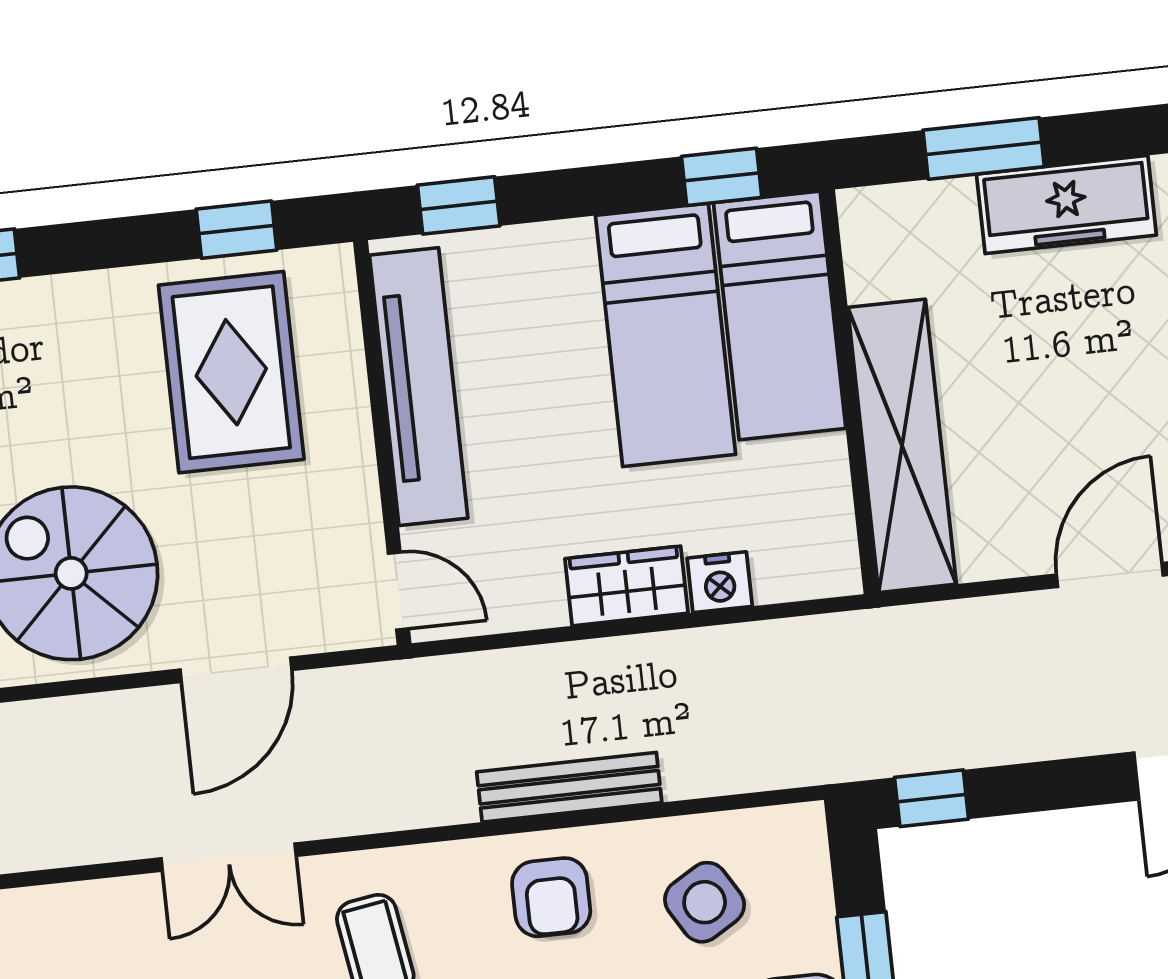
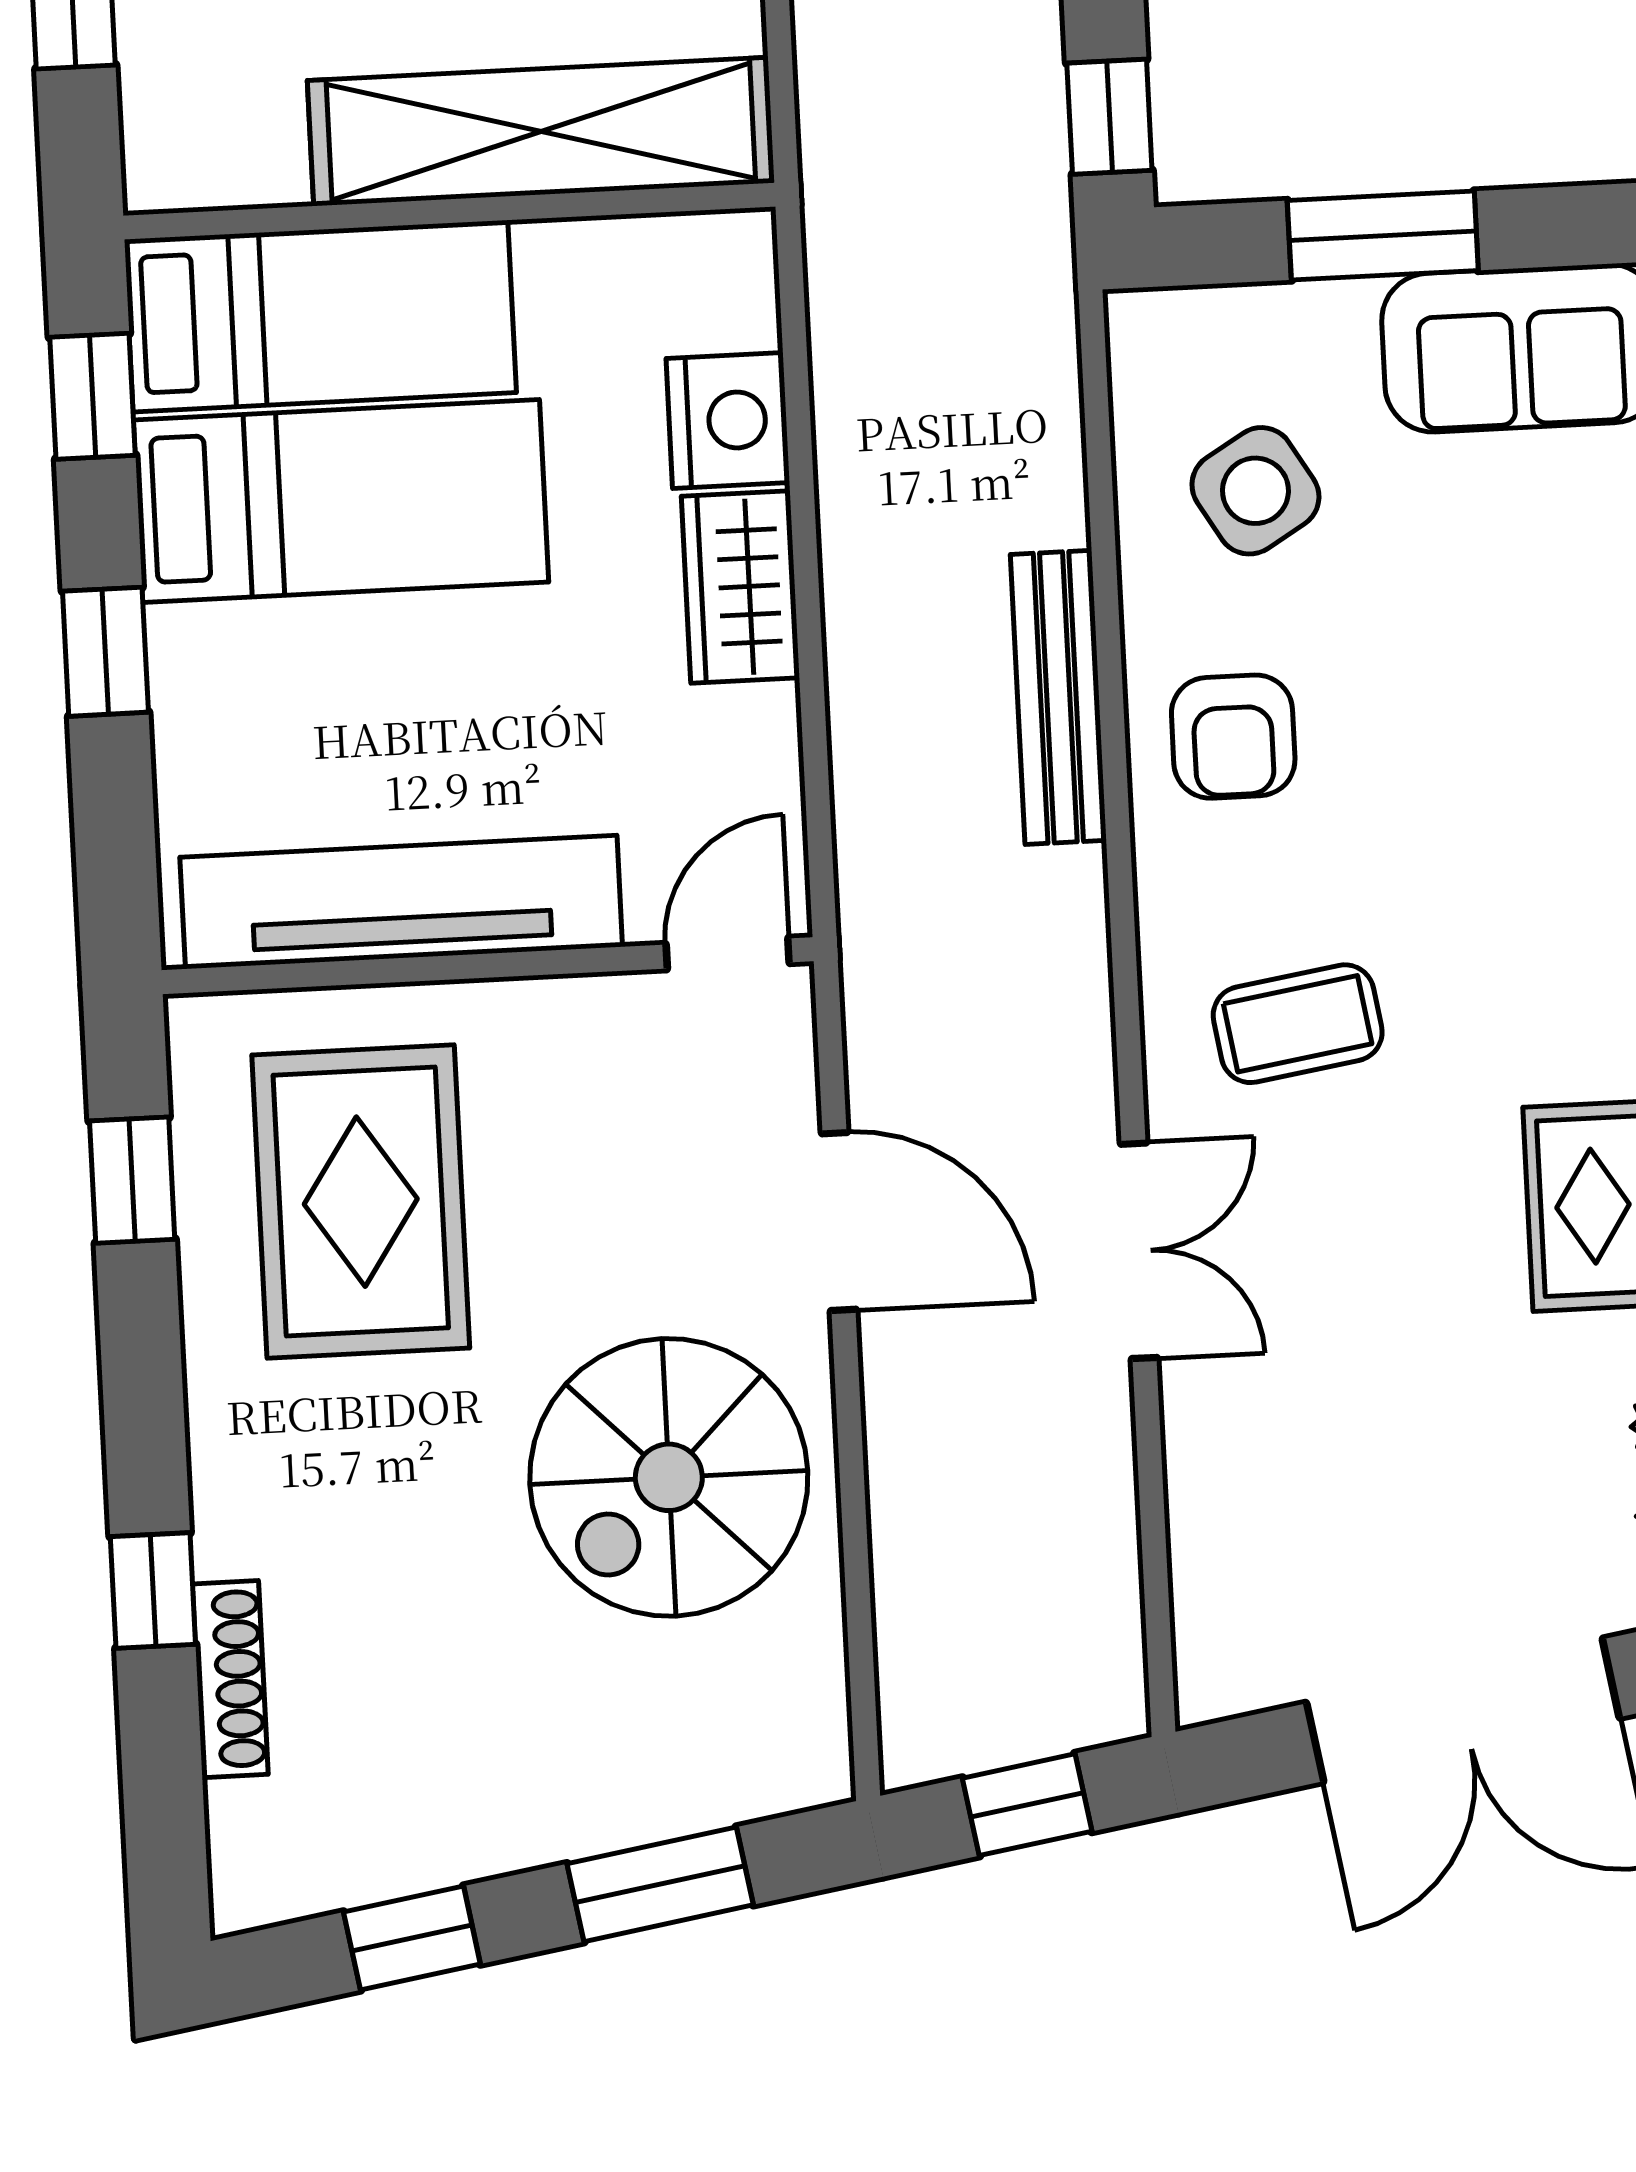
window: (459, 205) -> (105, 652), moved
rug: (231, 372) -> (361, 1202), turned 90
nightstand: (720, 582) -> (728, 420), width x1.36, depth x1.33
armchair: (551, 897) -> (1233, 737), turned 90

